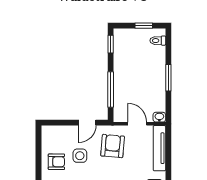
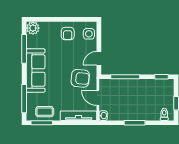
door: (87, 123) -> (99, 58), hinge flipped
door: (137, 124) -> (98, 98), swing flipped
side table: (80, 156) -> (89, 34), moved

